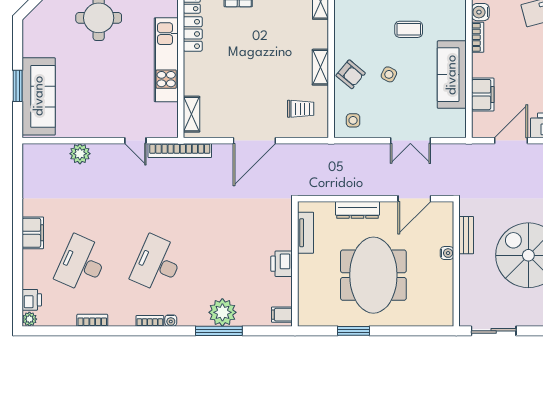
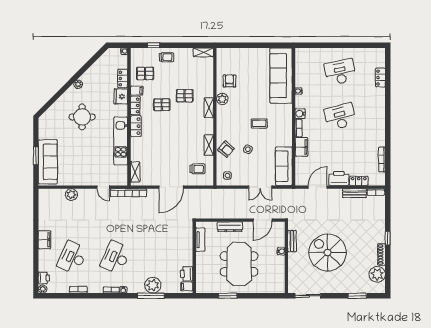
sofa: (452, 75) -> (284, 166), moved
filing cabinet: (483, 95) -> (301, 147), moved
printer: (282, 264) -> (187, 274), moved

